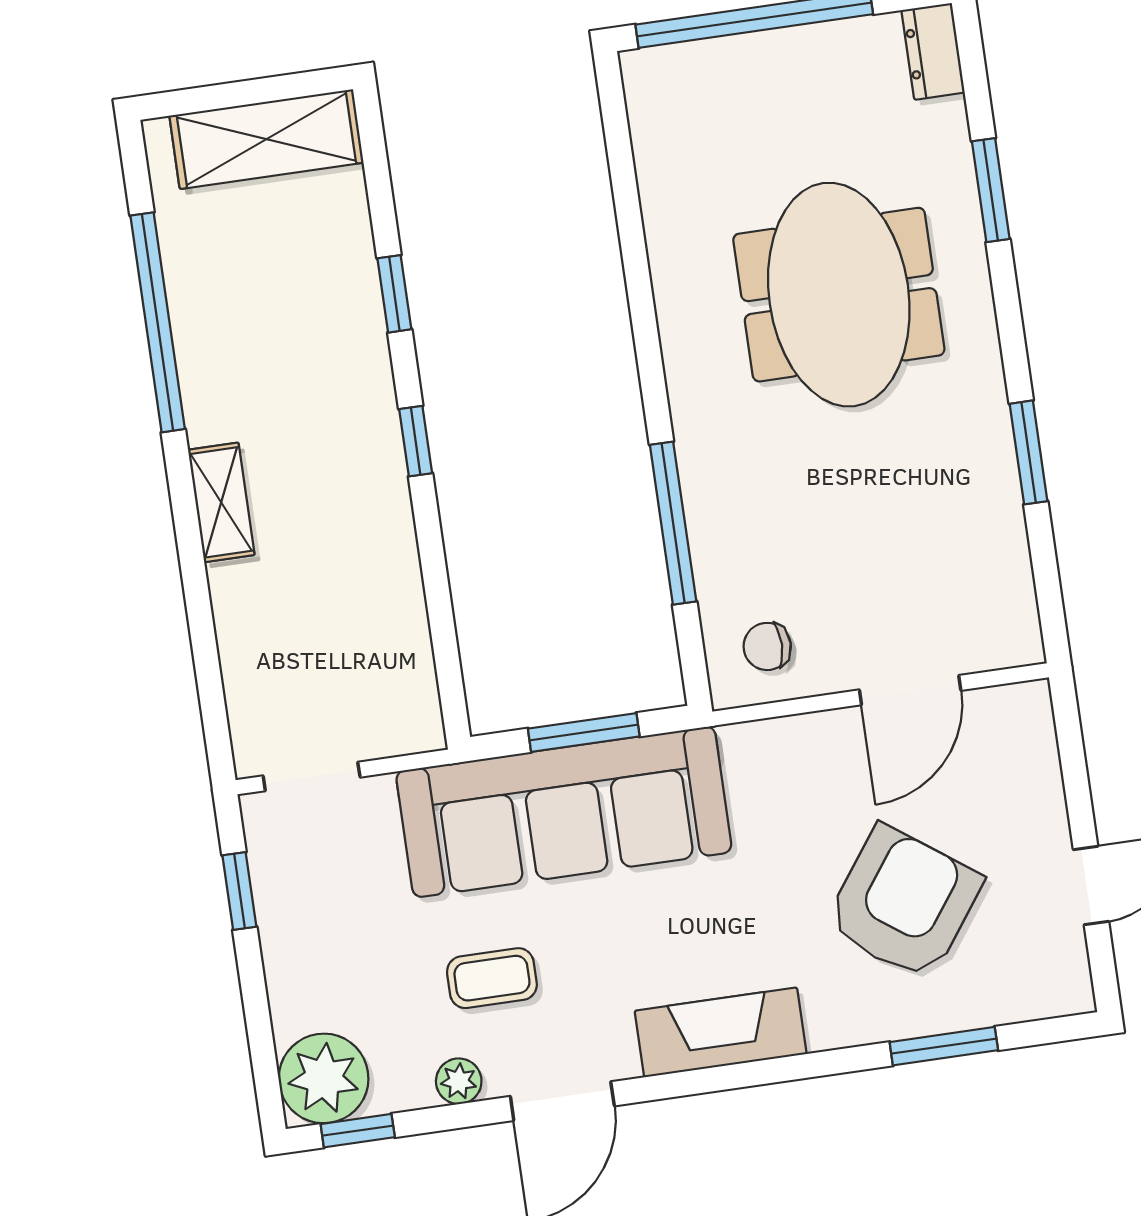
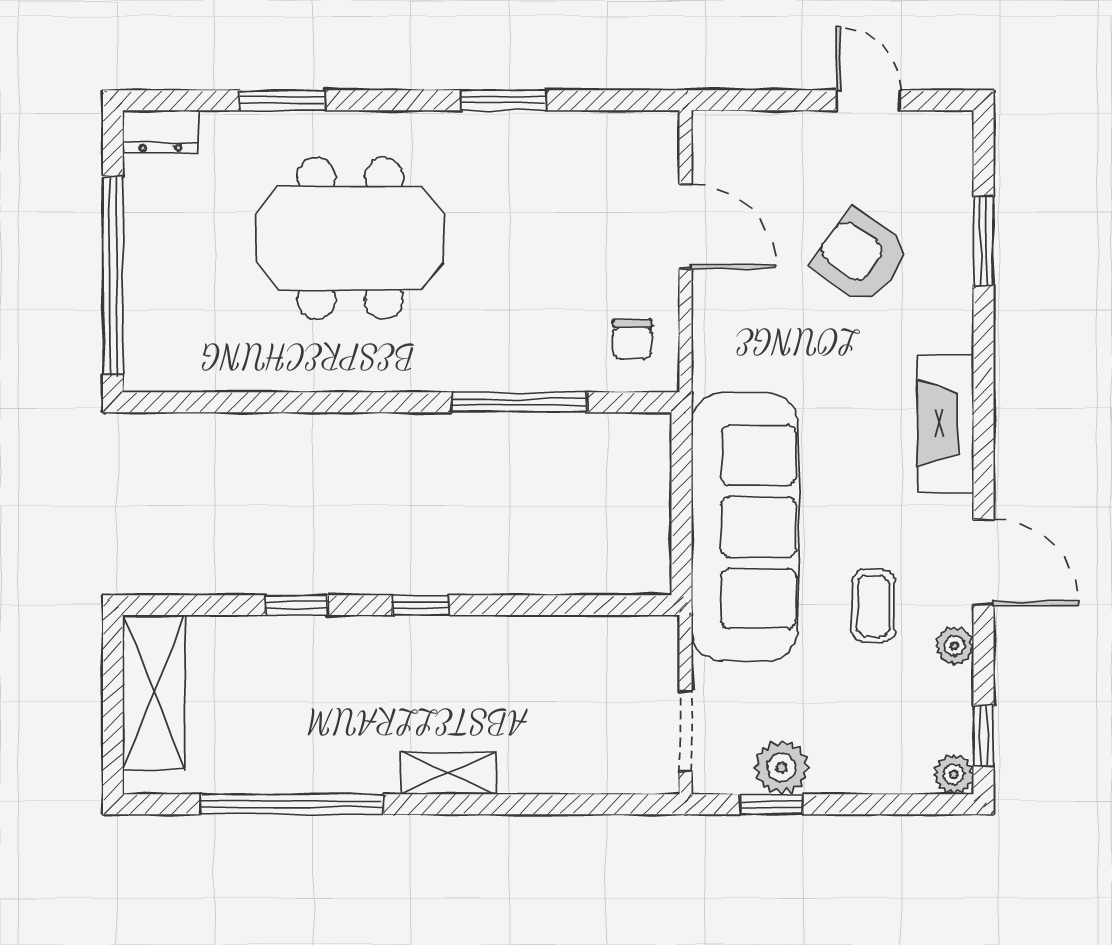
window: (584, 732) -> (682, 501), removed
plant: (285, 897) -> (781, 767), added
armchair: (904, 903) -> (860, 257), width x0.73, depth x0.73
plant: (324, 1078) -> (954, 774), width x0.53, depth x0.53

